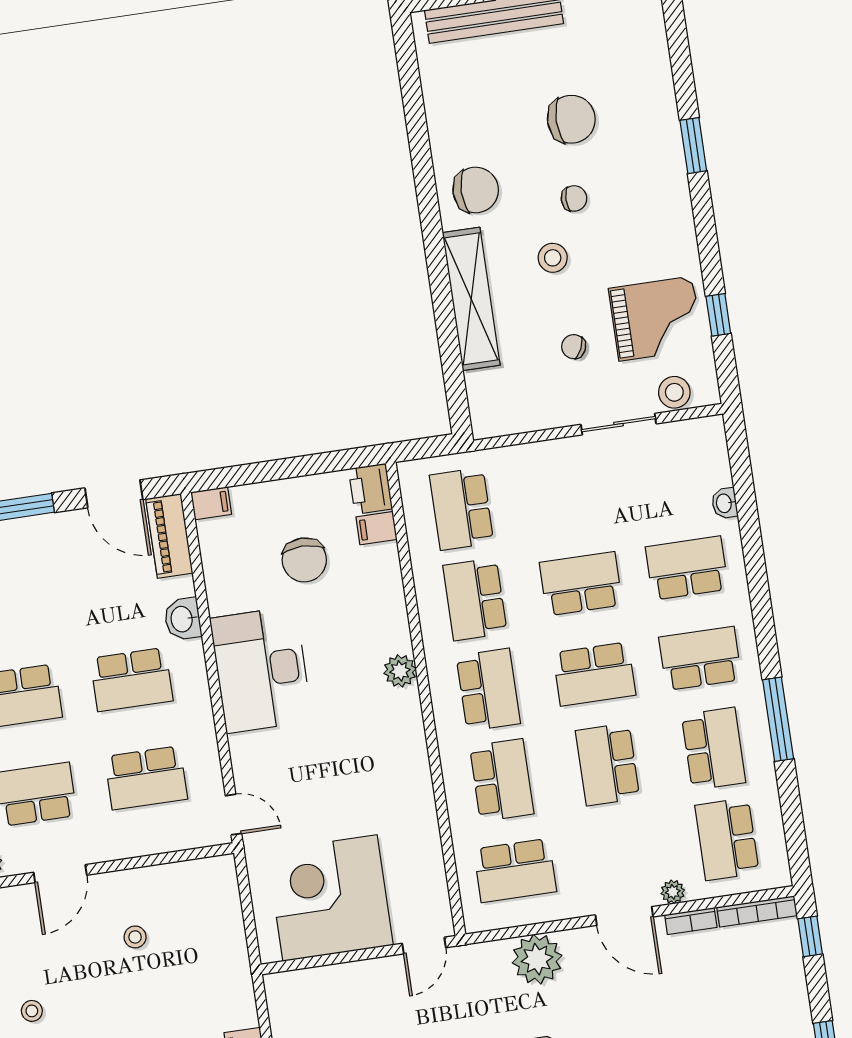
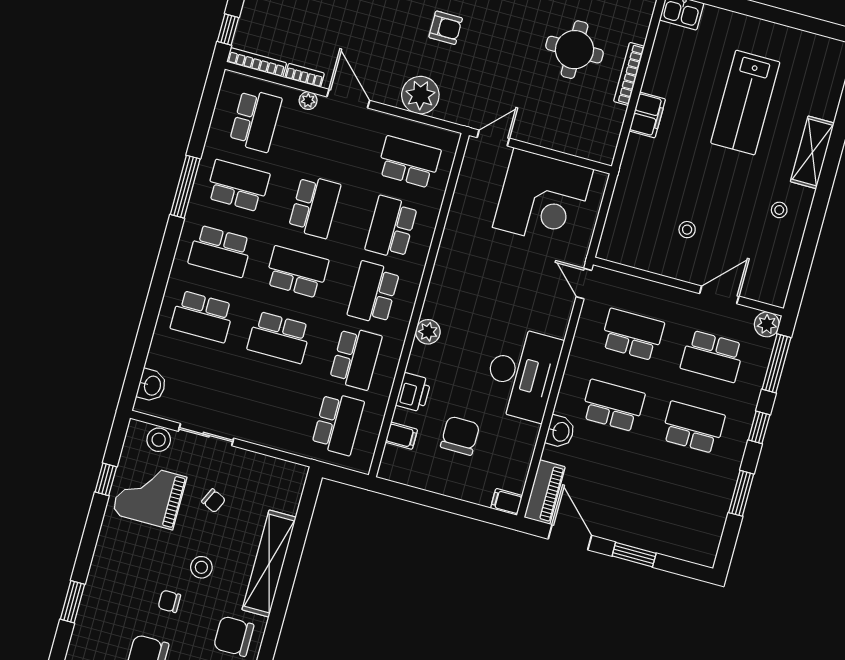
printer: (371, 489) -> (413, 392), moved
washbasin: (725, 503) -> (152, 385), moved, width x1.38, depth x1.45
school desk: (714, 749) -> (238, 186), turned 90

